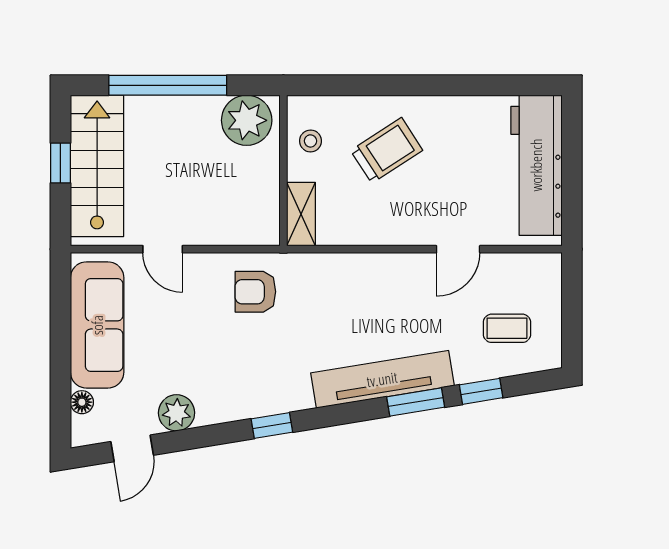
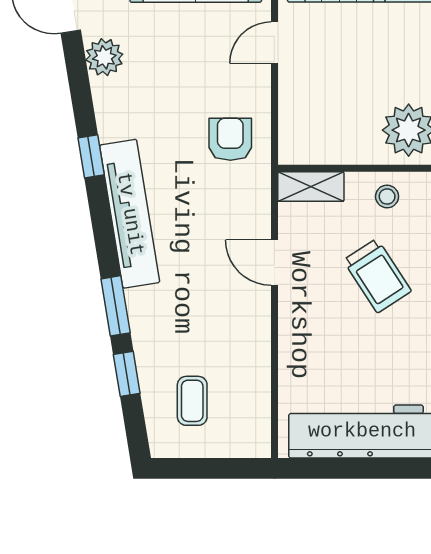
door: (458, 249) -> (274, 263), moved
tv unit: (382, 379) -> (130, 214), moved

